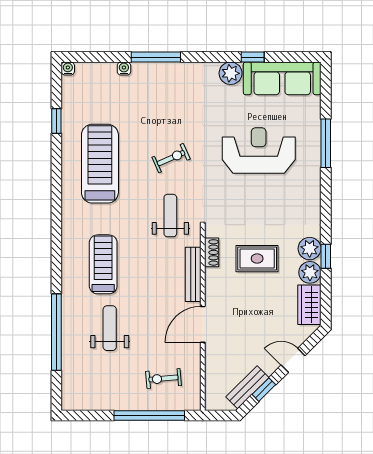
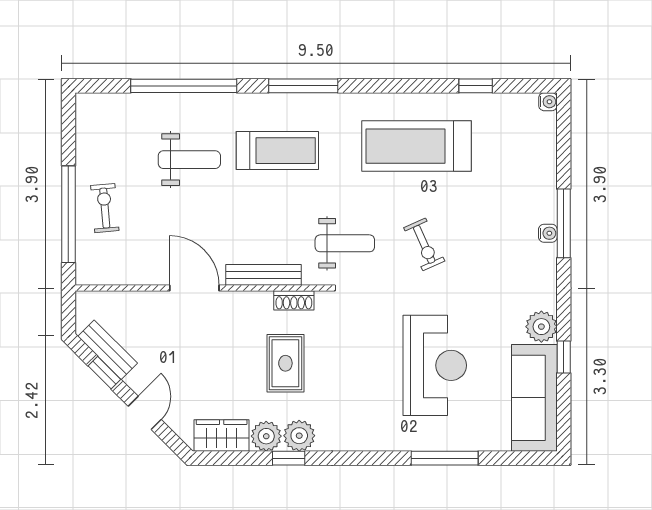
water cooler: (124, 69) -> (548, 233), moved
treadmill: (100, 164) -> (416, 146), turned 180
window: (56, 246) -> (303, 86), added
exercise bike: (163, 378) -> (105, 208), moved

